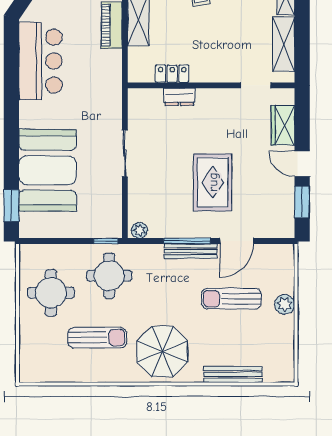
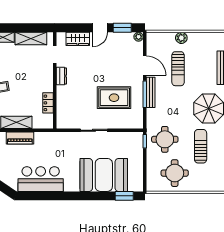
dresser: (179, 97) -> (61, 76), moved
rug: (213, 182) -> (114, 98), moved
plant: (139, 230) -> (139, 37), moved

